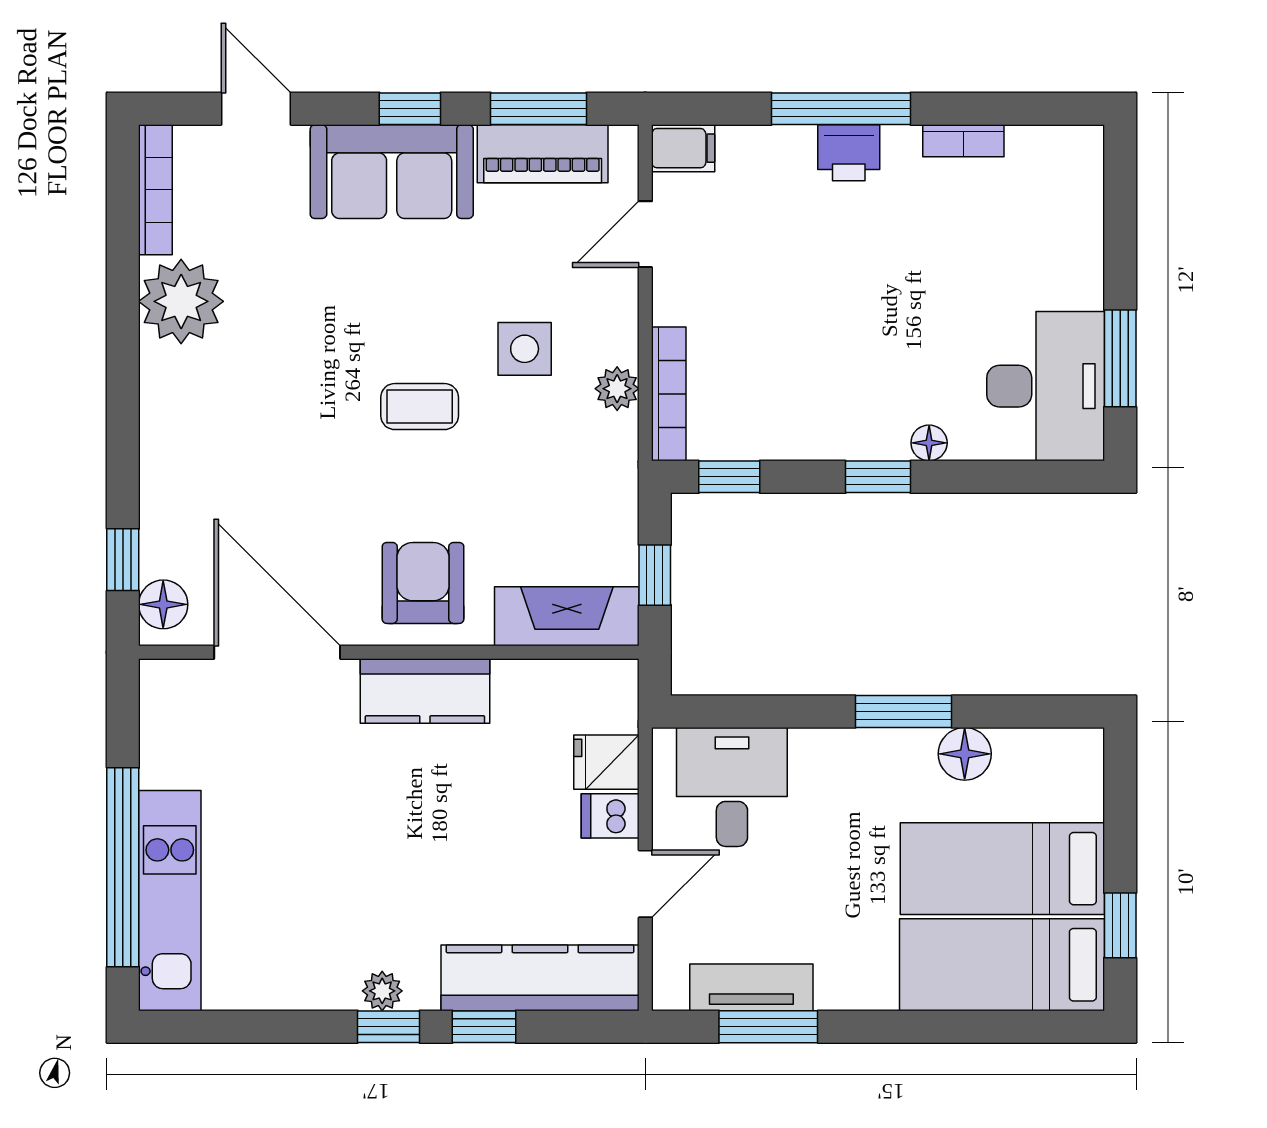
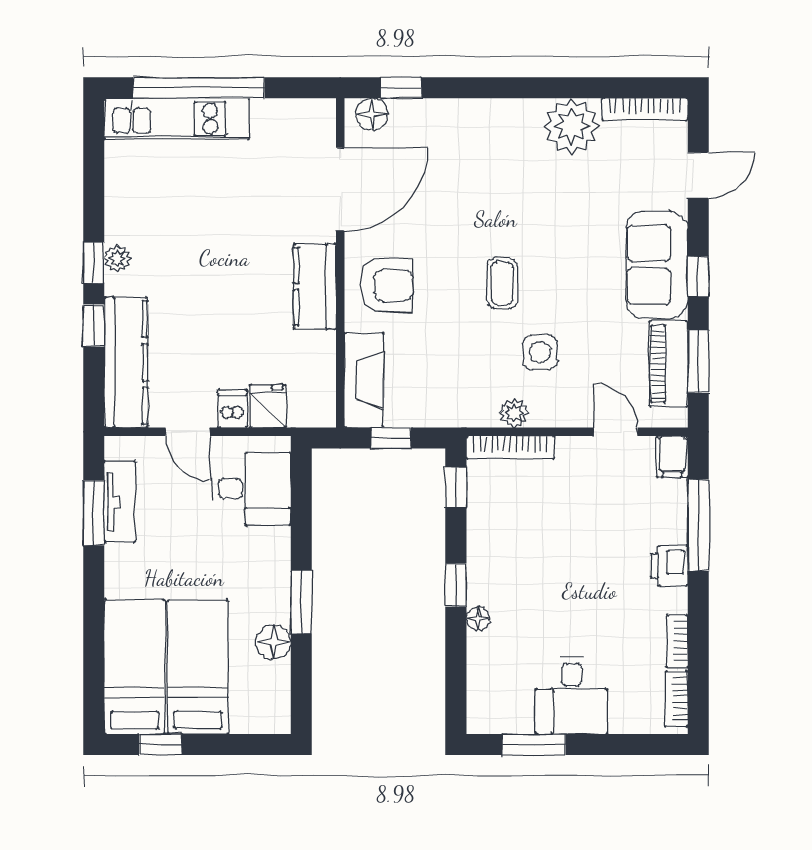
window: (841, 109) -> (698, 525), moved
bookcase: (1051, 142) -> (677, 699), added
desk: (1046, 386) -> (572, 695), moved, width x0.73

